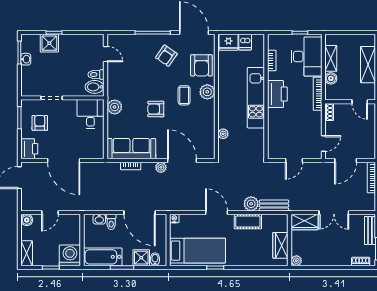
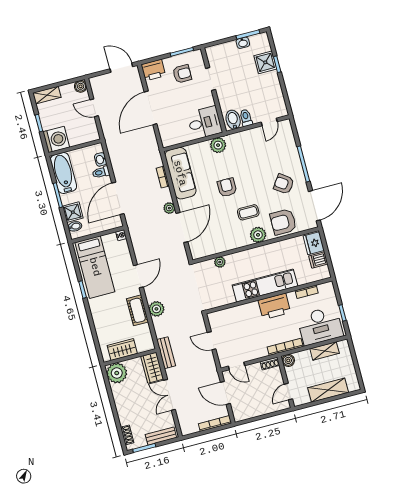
boiler: (331, 78) -> (288, 360), moved
bench: (274, 206) -> (166, 353), moved
plant: (296, 261) -> (117, 373), width x1.87, depth x1.87

